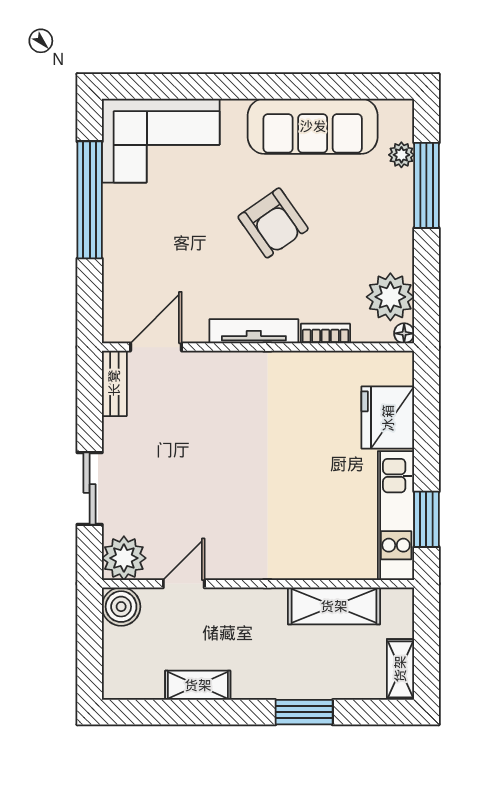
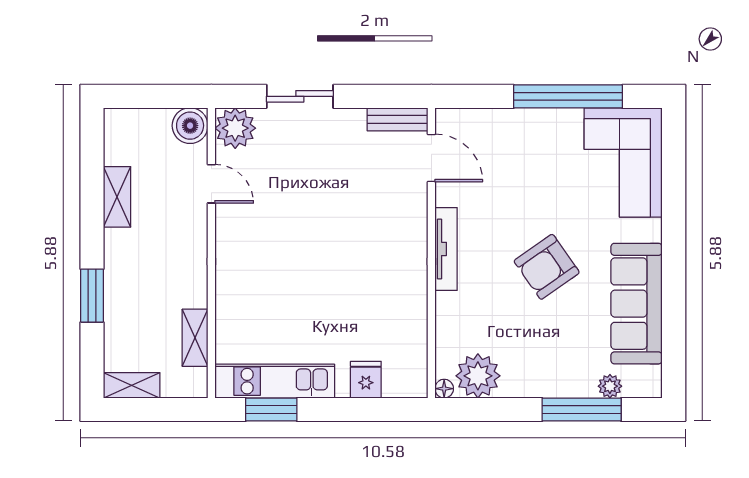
bookcase: (325, 333) -> (444, 316), removed
fridge: (388, 418) -> (366, 380), width x0.53, depth x0.75
shelving: (334, 606) -> (195, 338), width x0.67, depth x0.75

